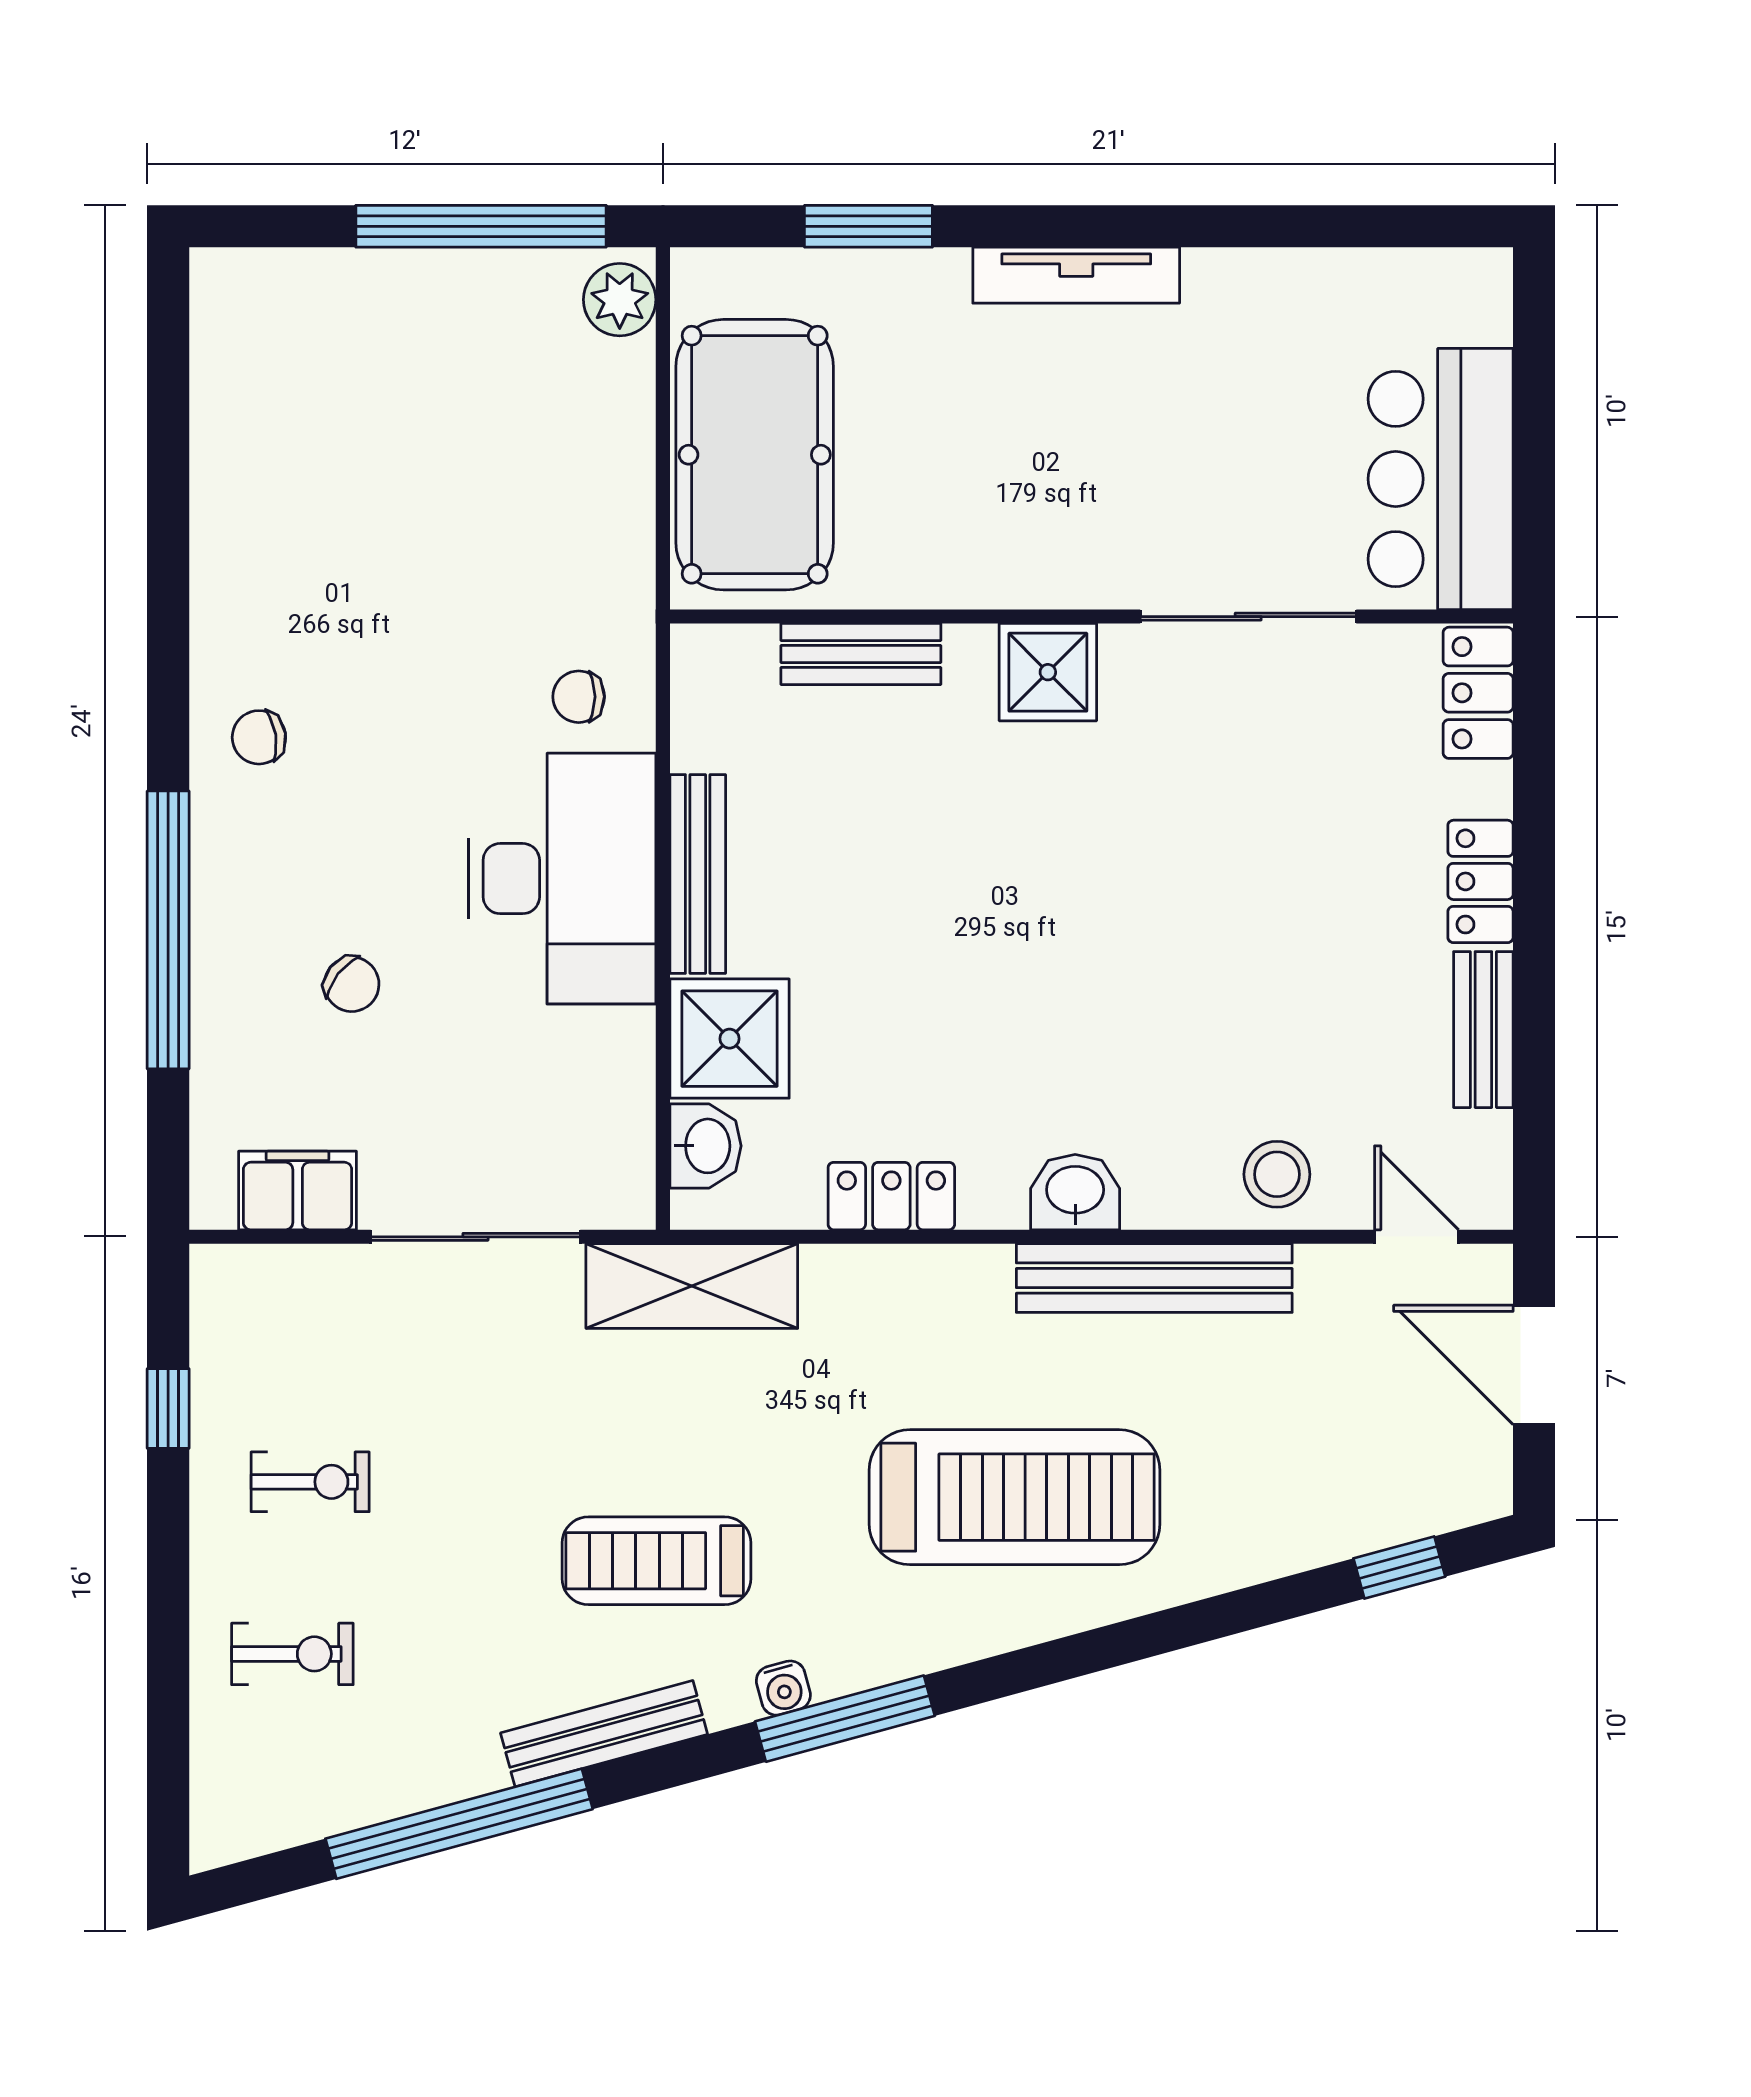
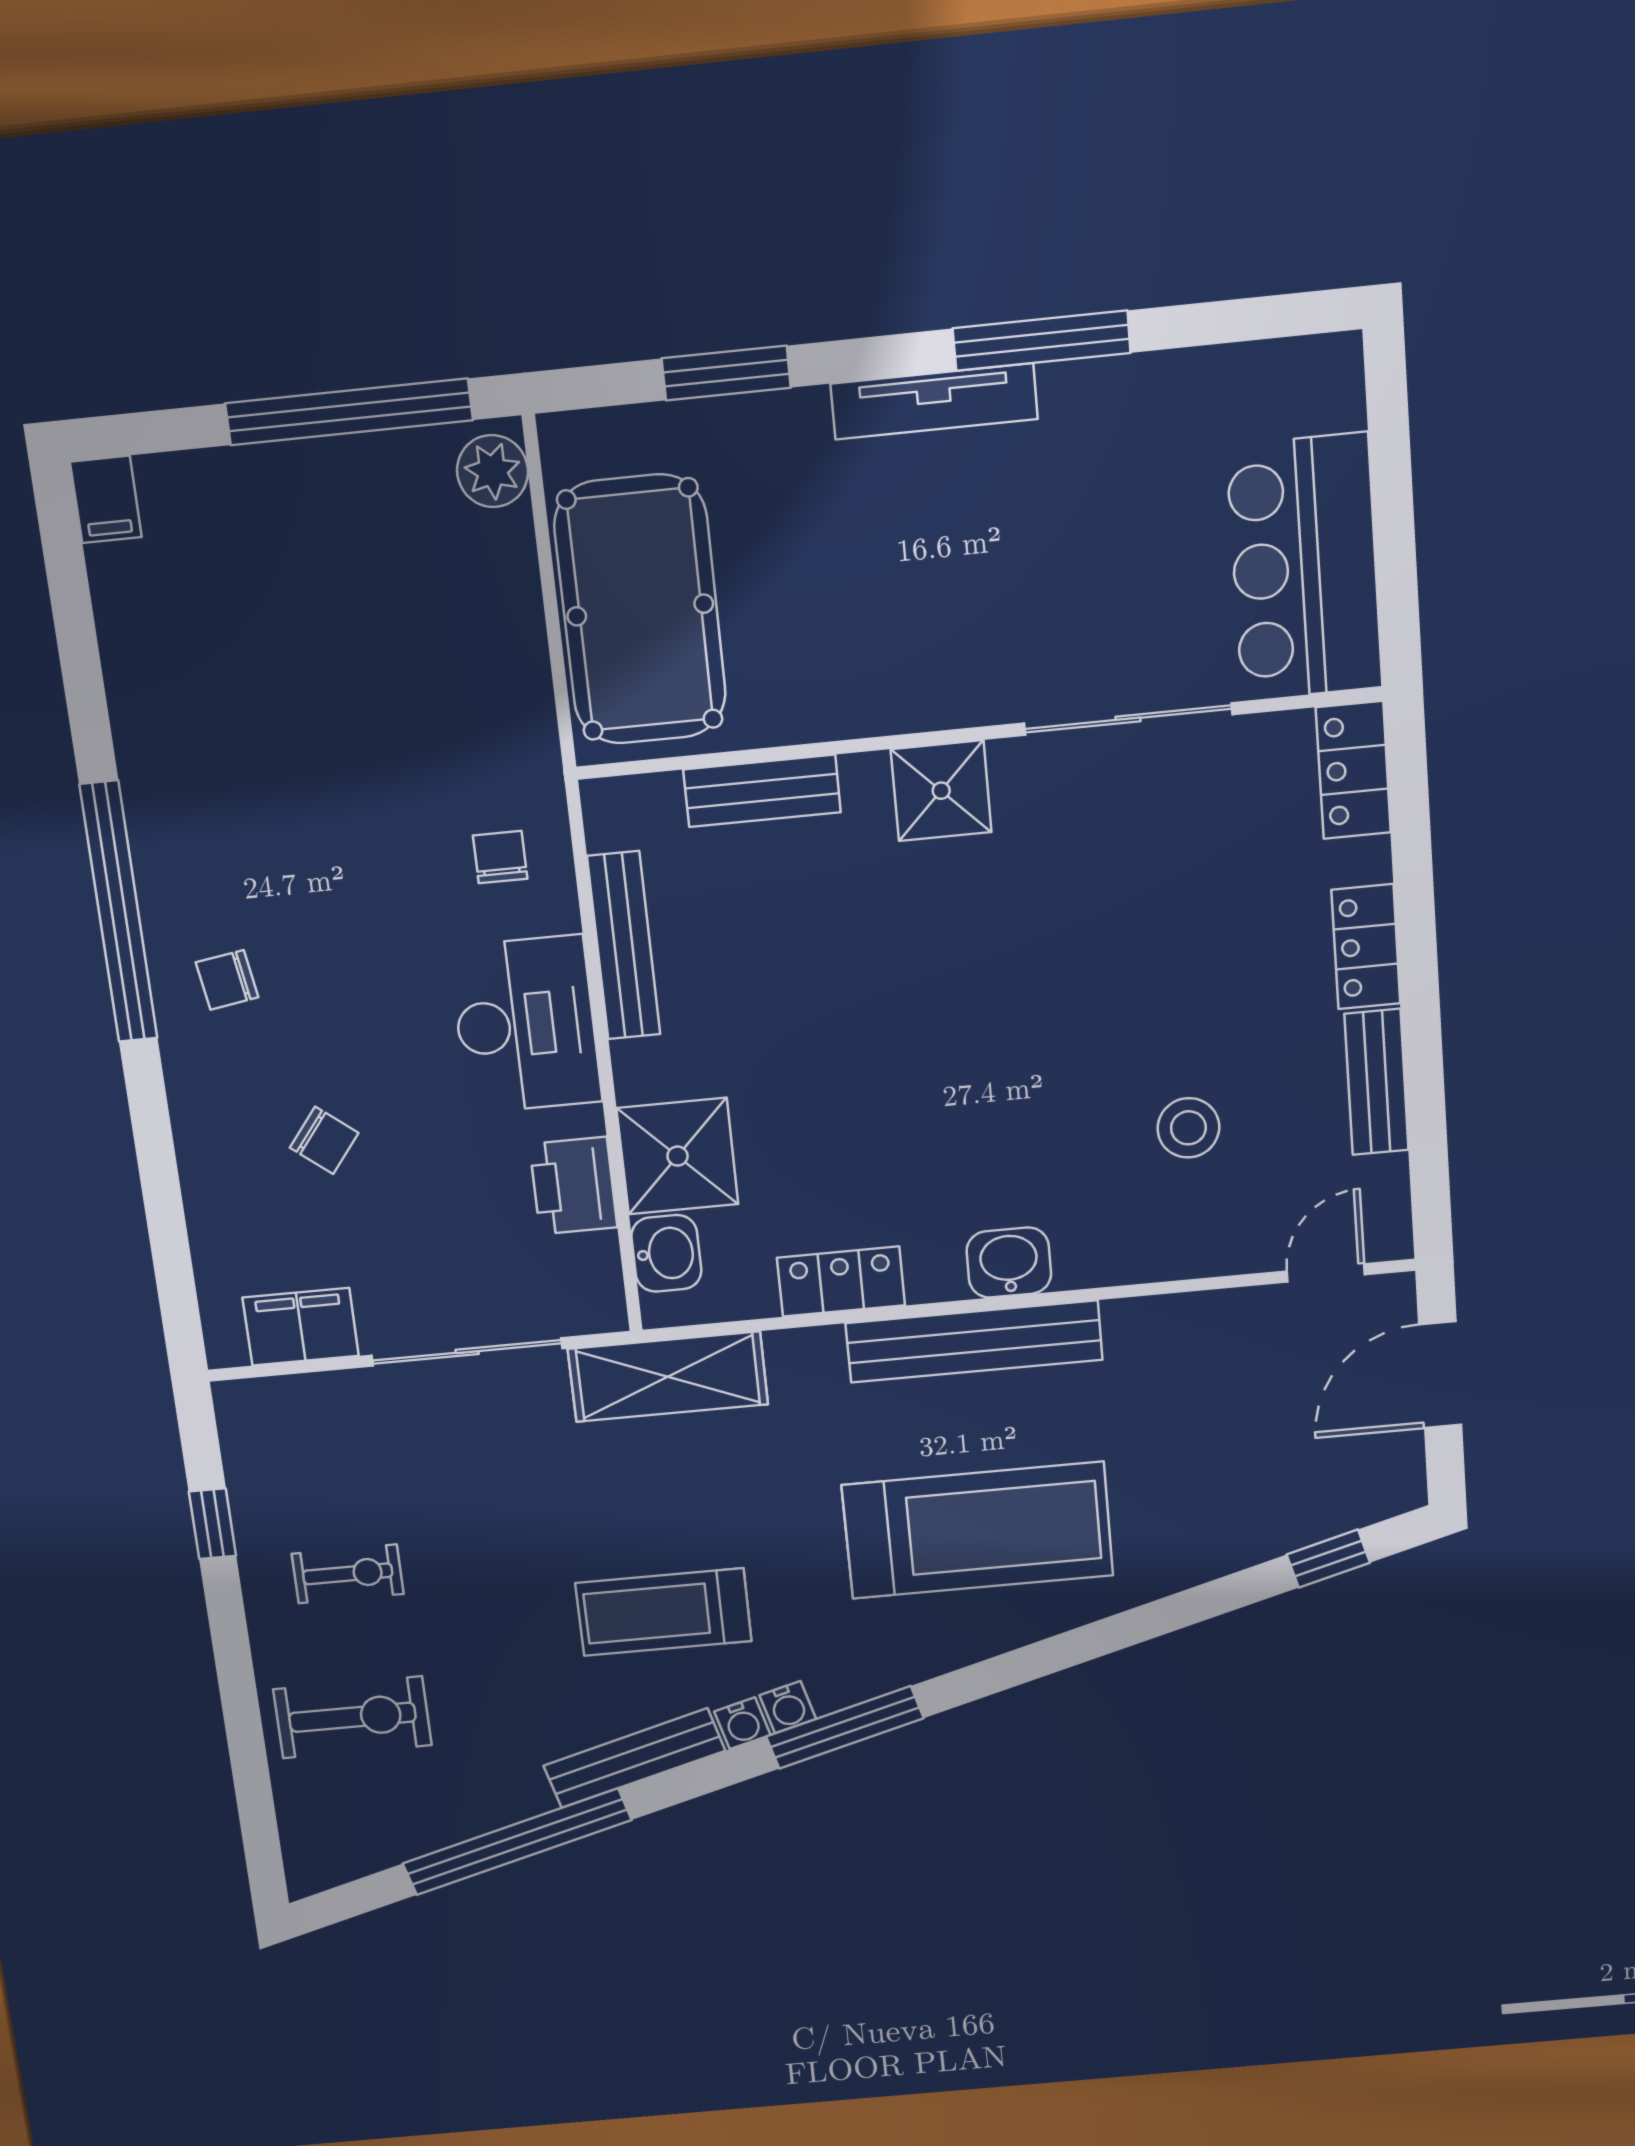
window: (1190, 226) -> (1042, 341), added
filing cabinet: (220, 289) -> (106, 499), added
chair: (579, 697) -> (500, 857), turned 90
chair: (259, 737) -> (227, 980), moved
bench: (698, 874) -> (624, 946), moved
desk: (562, 879) -> (526, 1024), width x0.73, depth x0.77
window: (168, 930) -> (119, 912), moved
printer: (614, 1061) -> (573, 1186), added
stool: (1277, 1174) -> (1188, 1128), moved
door: (1417, 1237) -> (1326, 1273), hinge flipped
bench: (1154, 1278) -> (974, 1342), moved
door: (1534, 1365) -> (1440, 1375), hinge flipped
exercise bike: (292, 1654) -> (352, 1717), width x1.38, depth x1.39
water cooler: (730, 1703) -> (742, 1723), added

